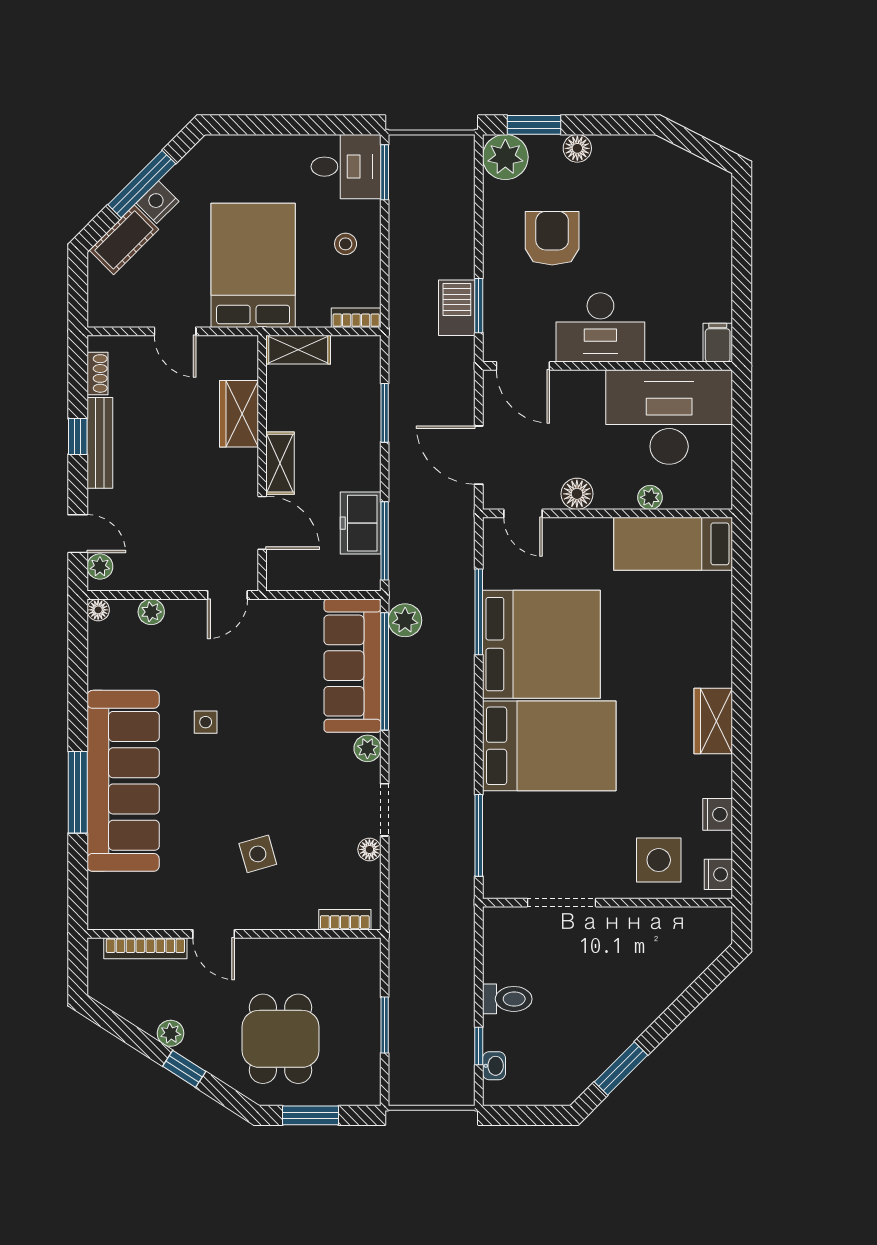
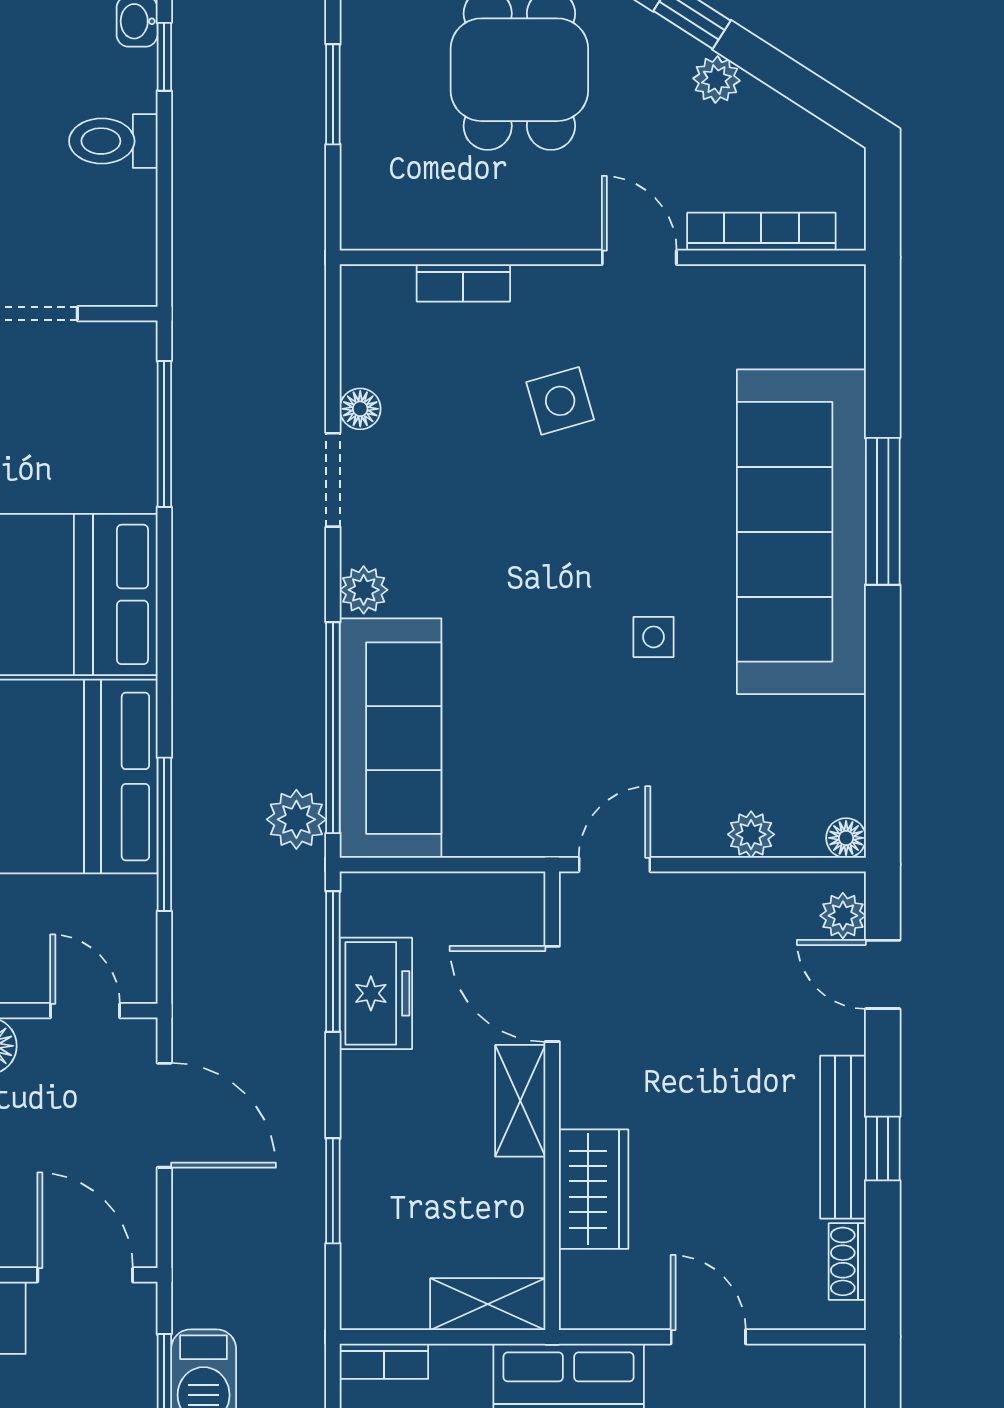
bookcase: (345, 920) -> (463, 283), moved

